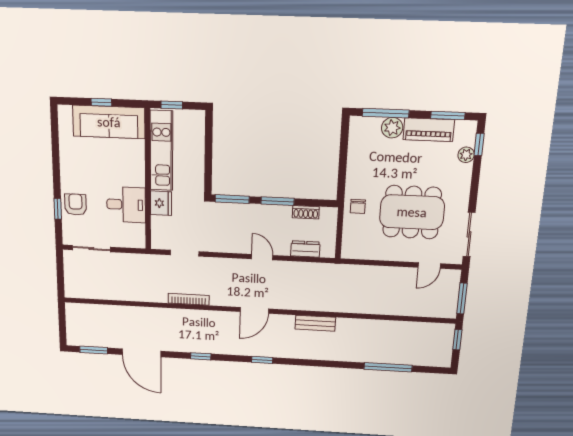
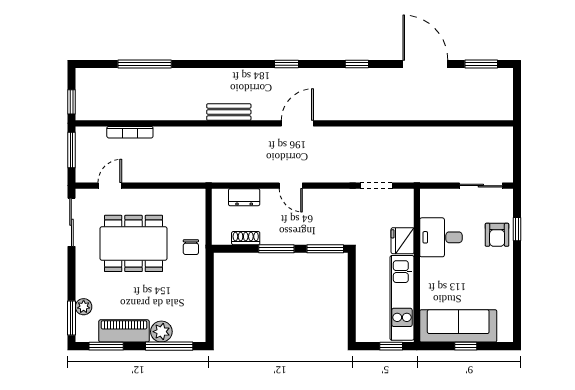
window: (479, 144) -> (71, 318), width x1.50
chair: (358, 206) -> (191, 247), turned 180
bookcase: (189, 299) -> (130, 132), moved

